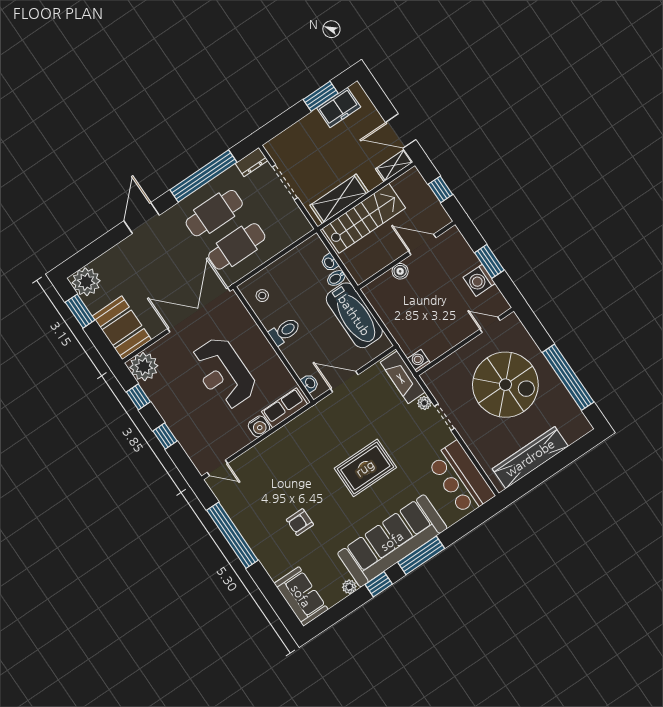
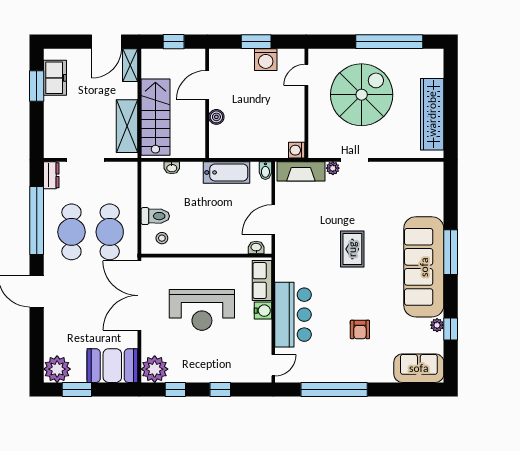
bidet: (336, 278) -> (265, 171), moved
bathtub: (354, 315) -> (227, 172), width x0.73, depth x0.73
toilet: (285, 331) -> (155, 216), moved, turned 90
rug: (365, 468) -> (352, 249), width x0.73, depth x0.70
bar counter: (461, 478) -> (293, 315), moved, turned -90
window: (379, 584) -> (451, 329), moved

